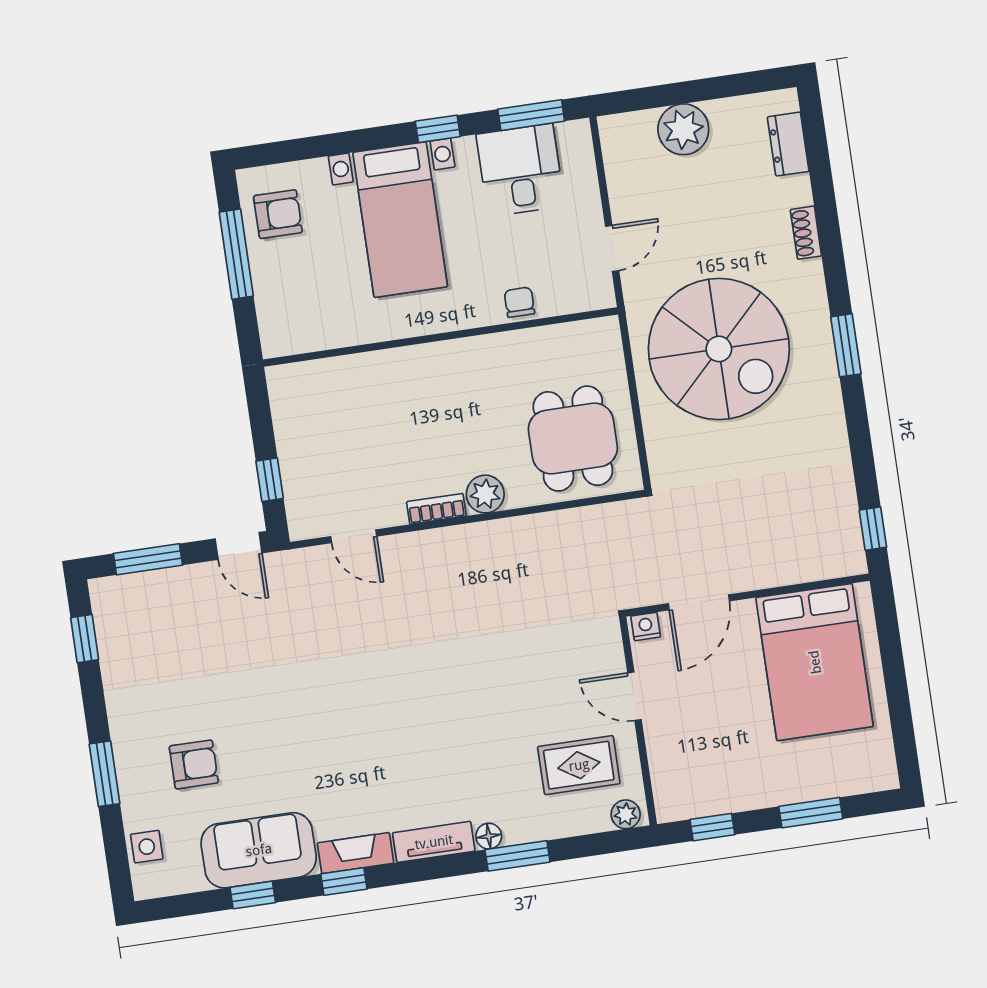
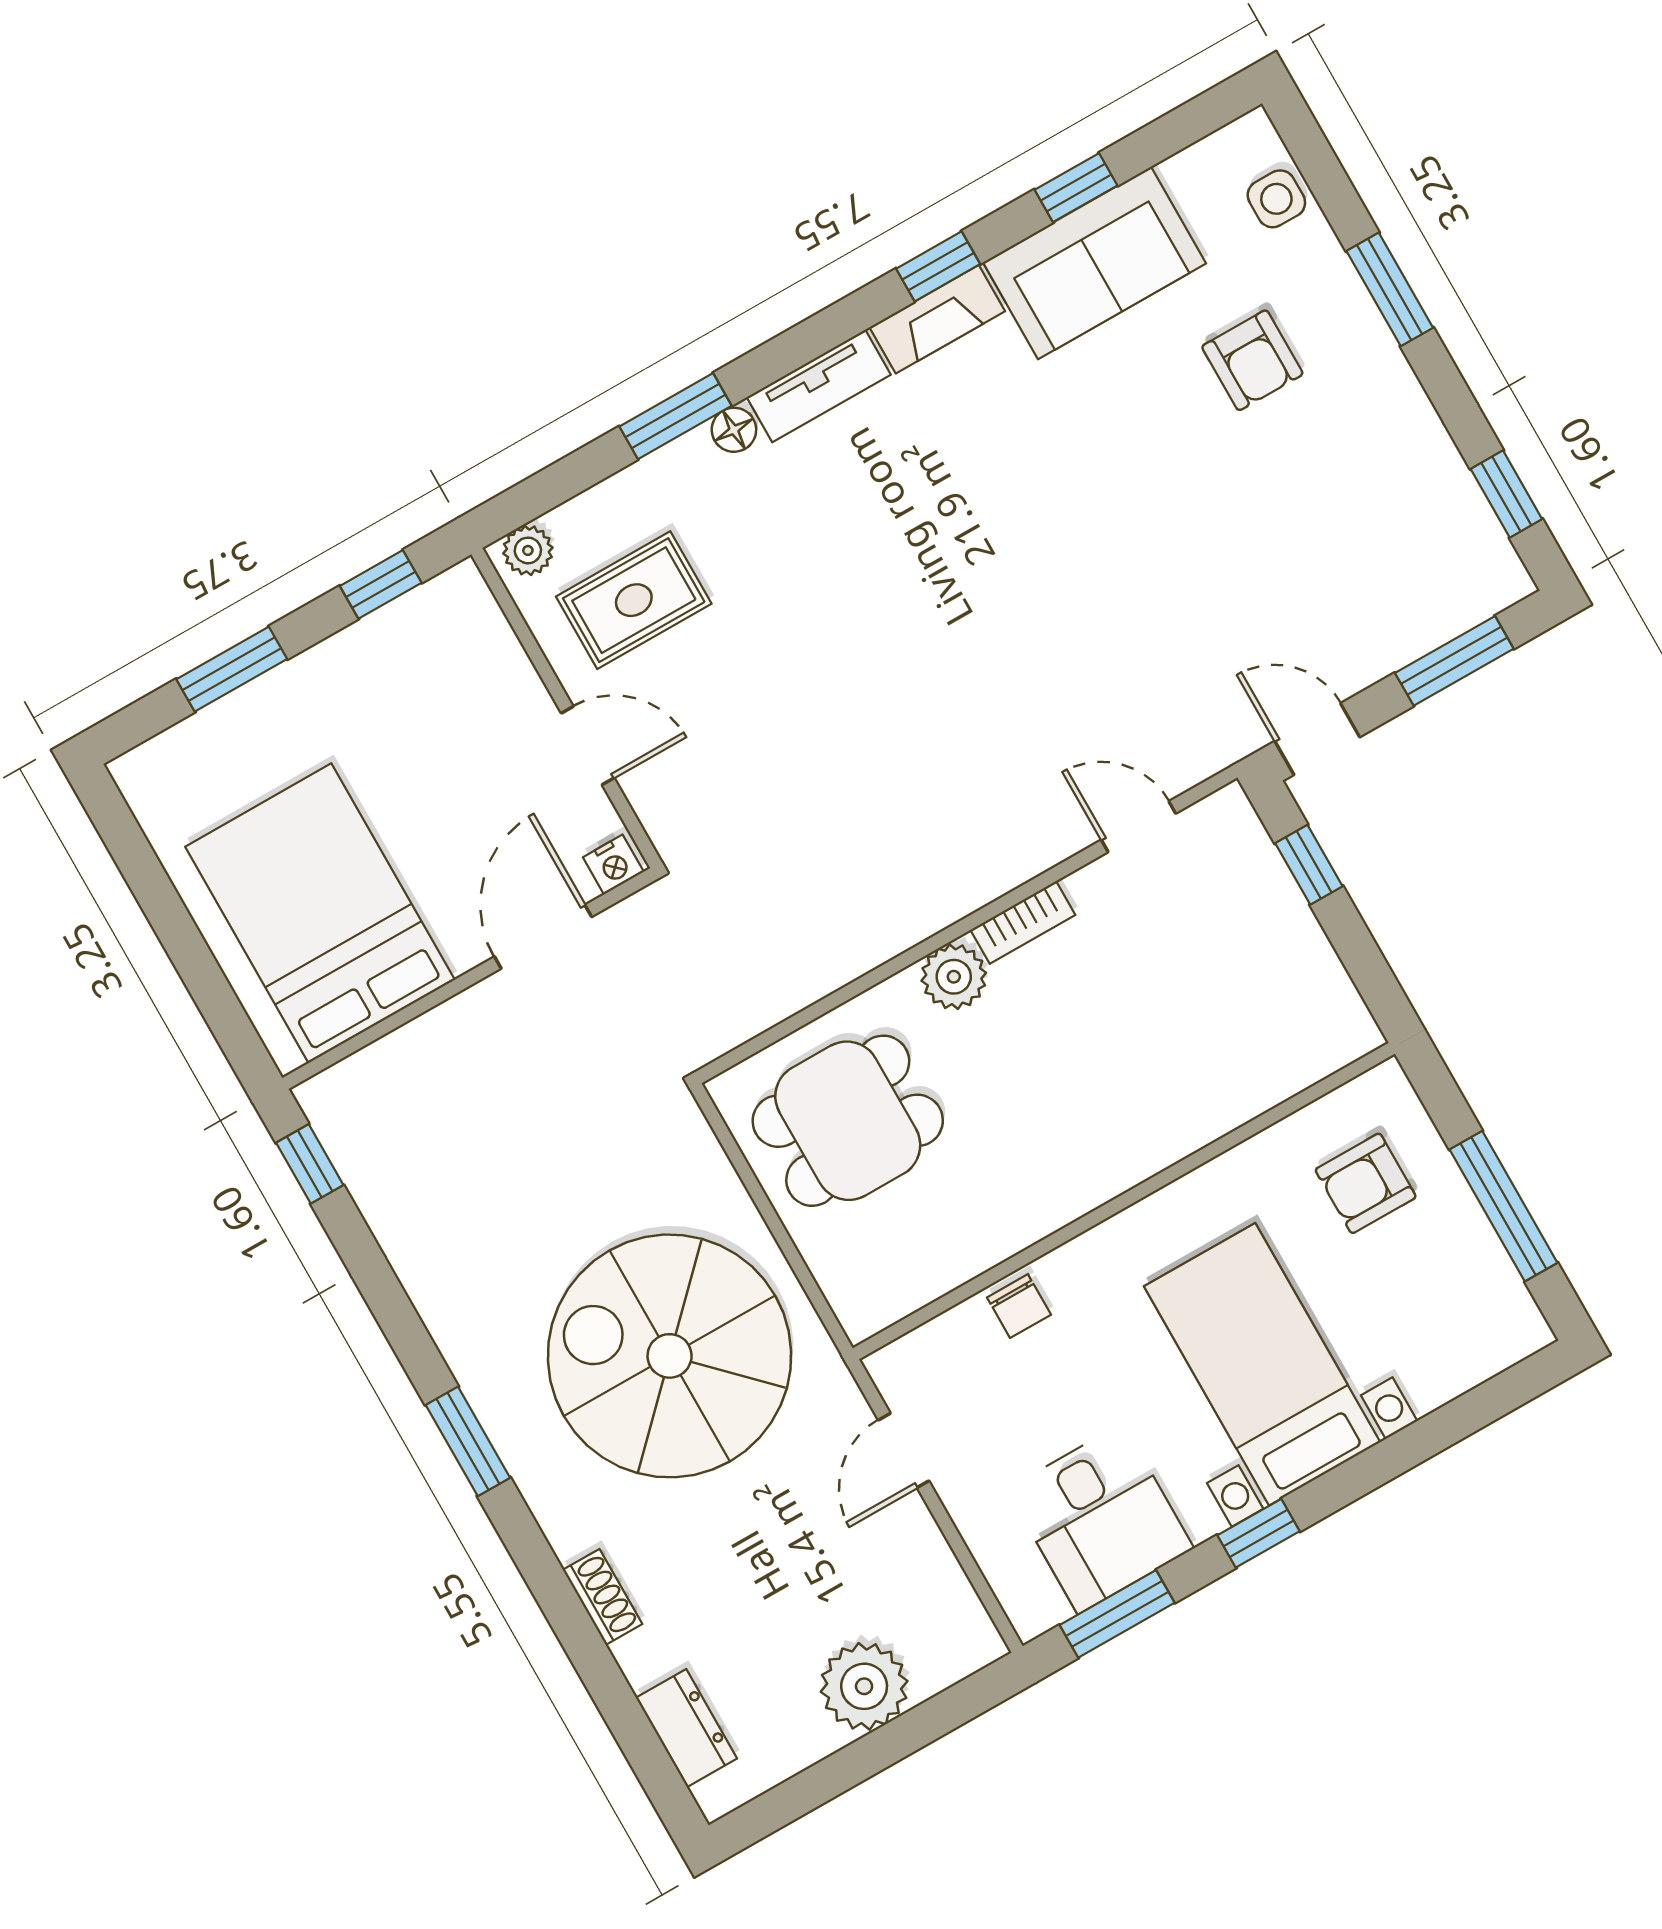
armchair: (278, 214) -> (1366, 1183), moved
dining table: (573, 439) -> (848, 1121), turned 90
armchair: (194, 764) -> (1252, 360), turned -90

